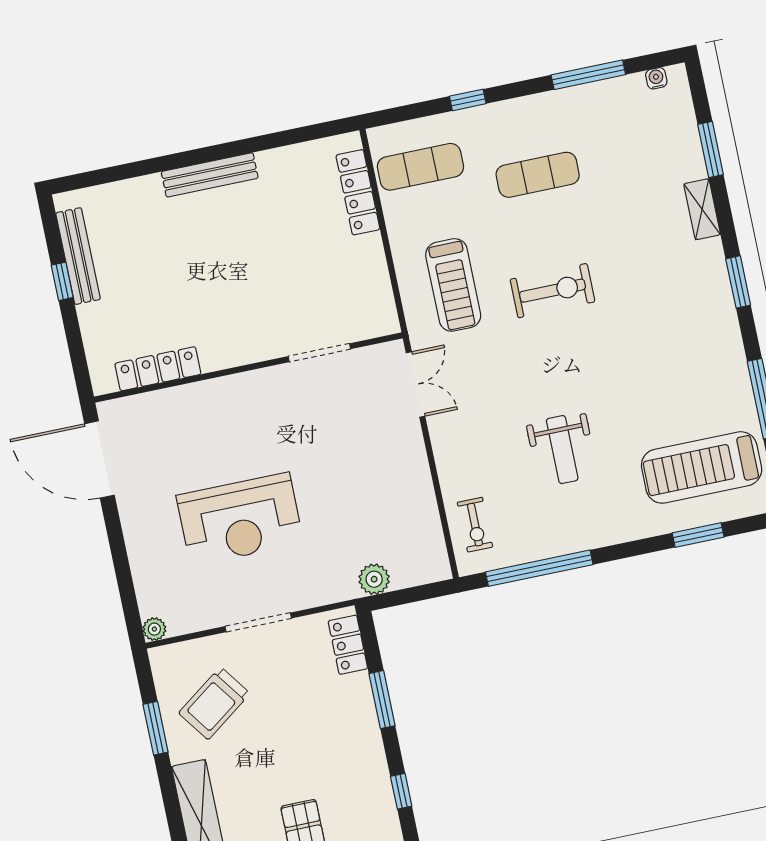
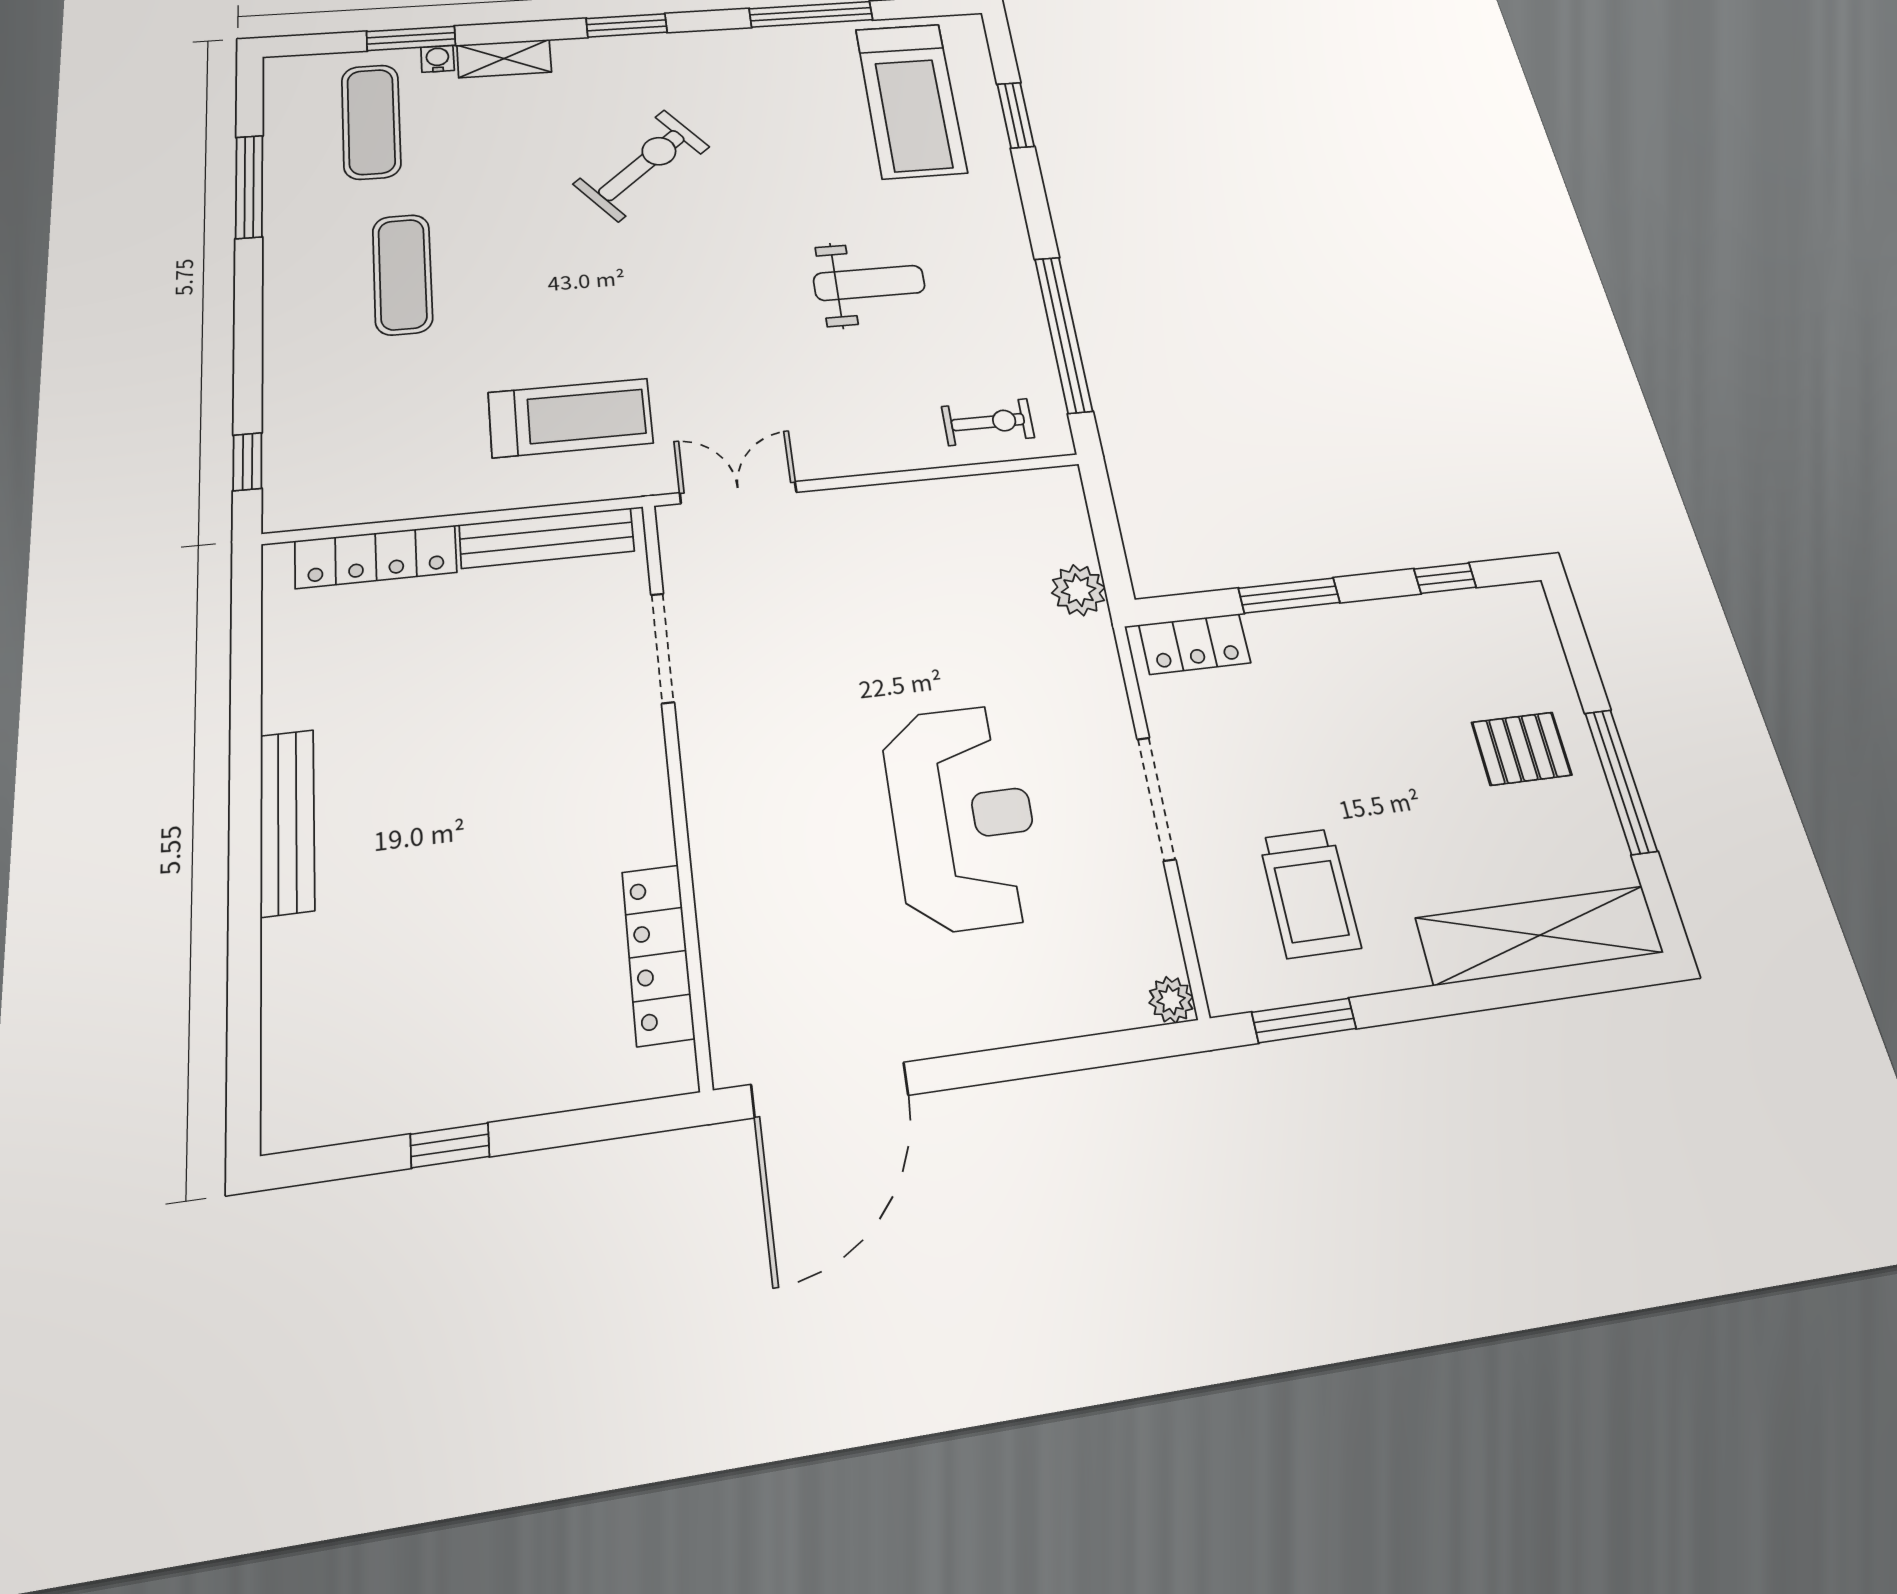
water cooler: (656, 78) -> (438, 59), moved, turned 90
window: (468, 100) -> (247, 462), moved
exercise mat: (420, 167) -> (371, 122), moved
bench: (78, 256) -> (547, 538), moved
exercise bike: (552, 291) -> (642, 165), moved, turned 50
trolley: (214, 703) -> (1309, 893), turned 36
window: (156, 728) -> (1304, 1020), moved

